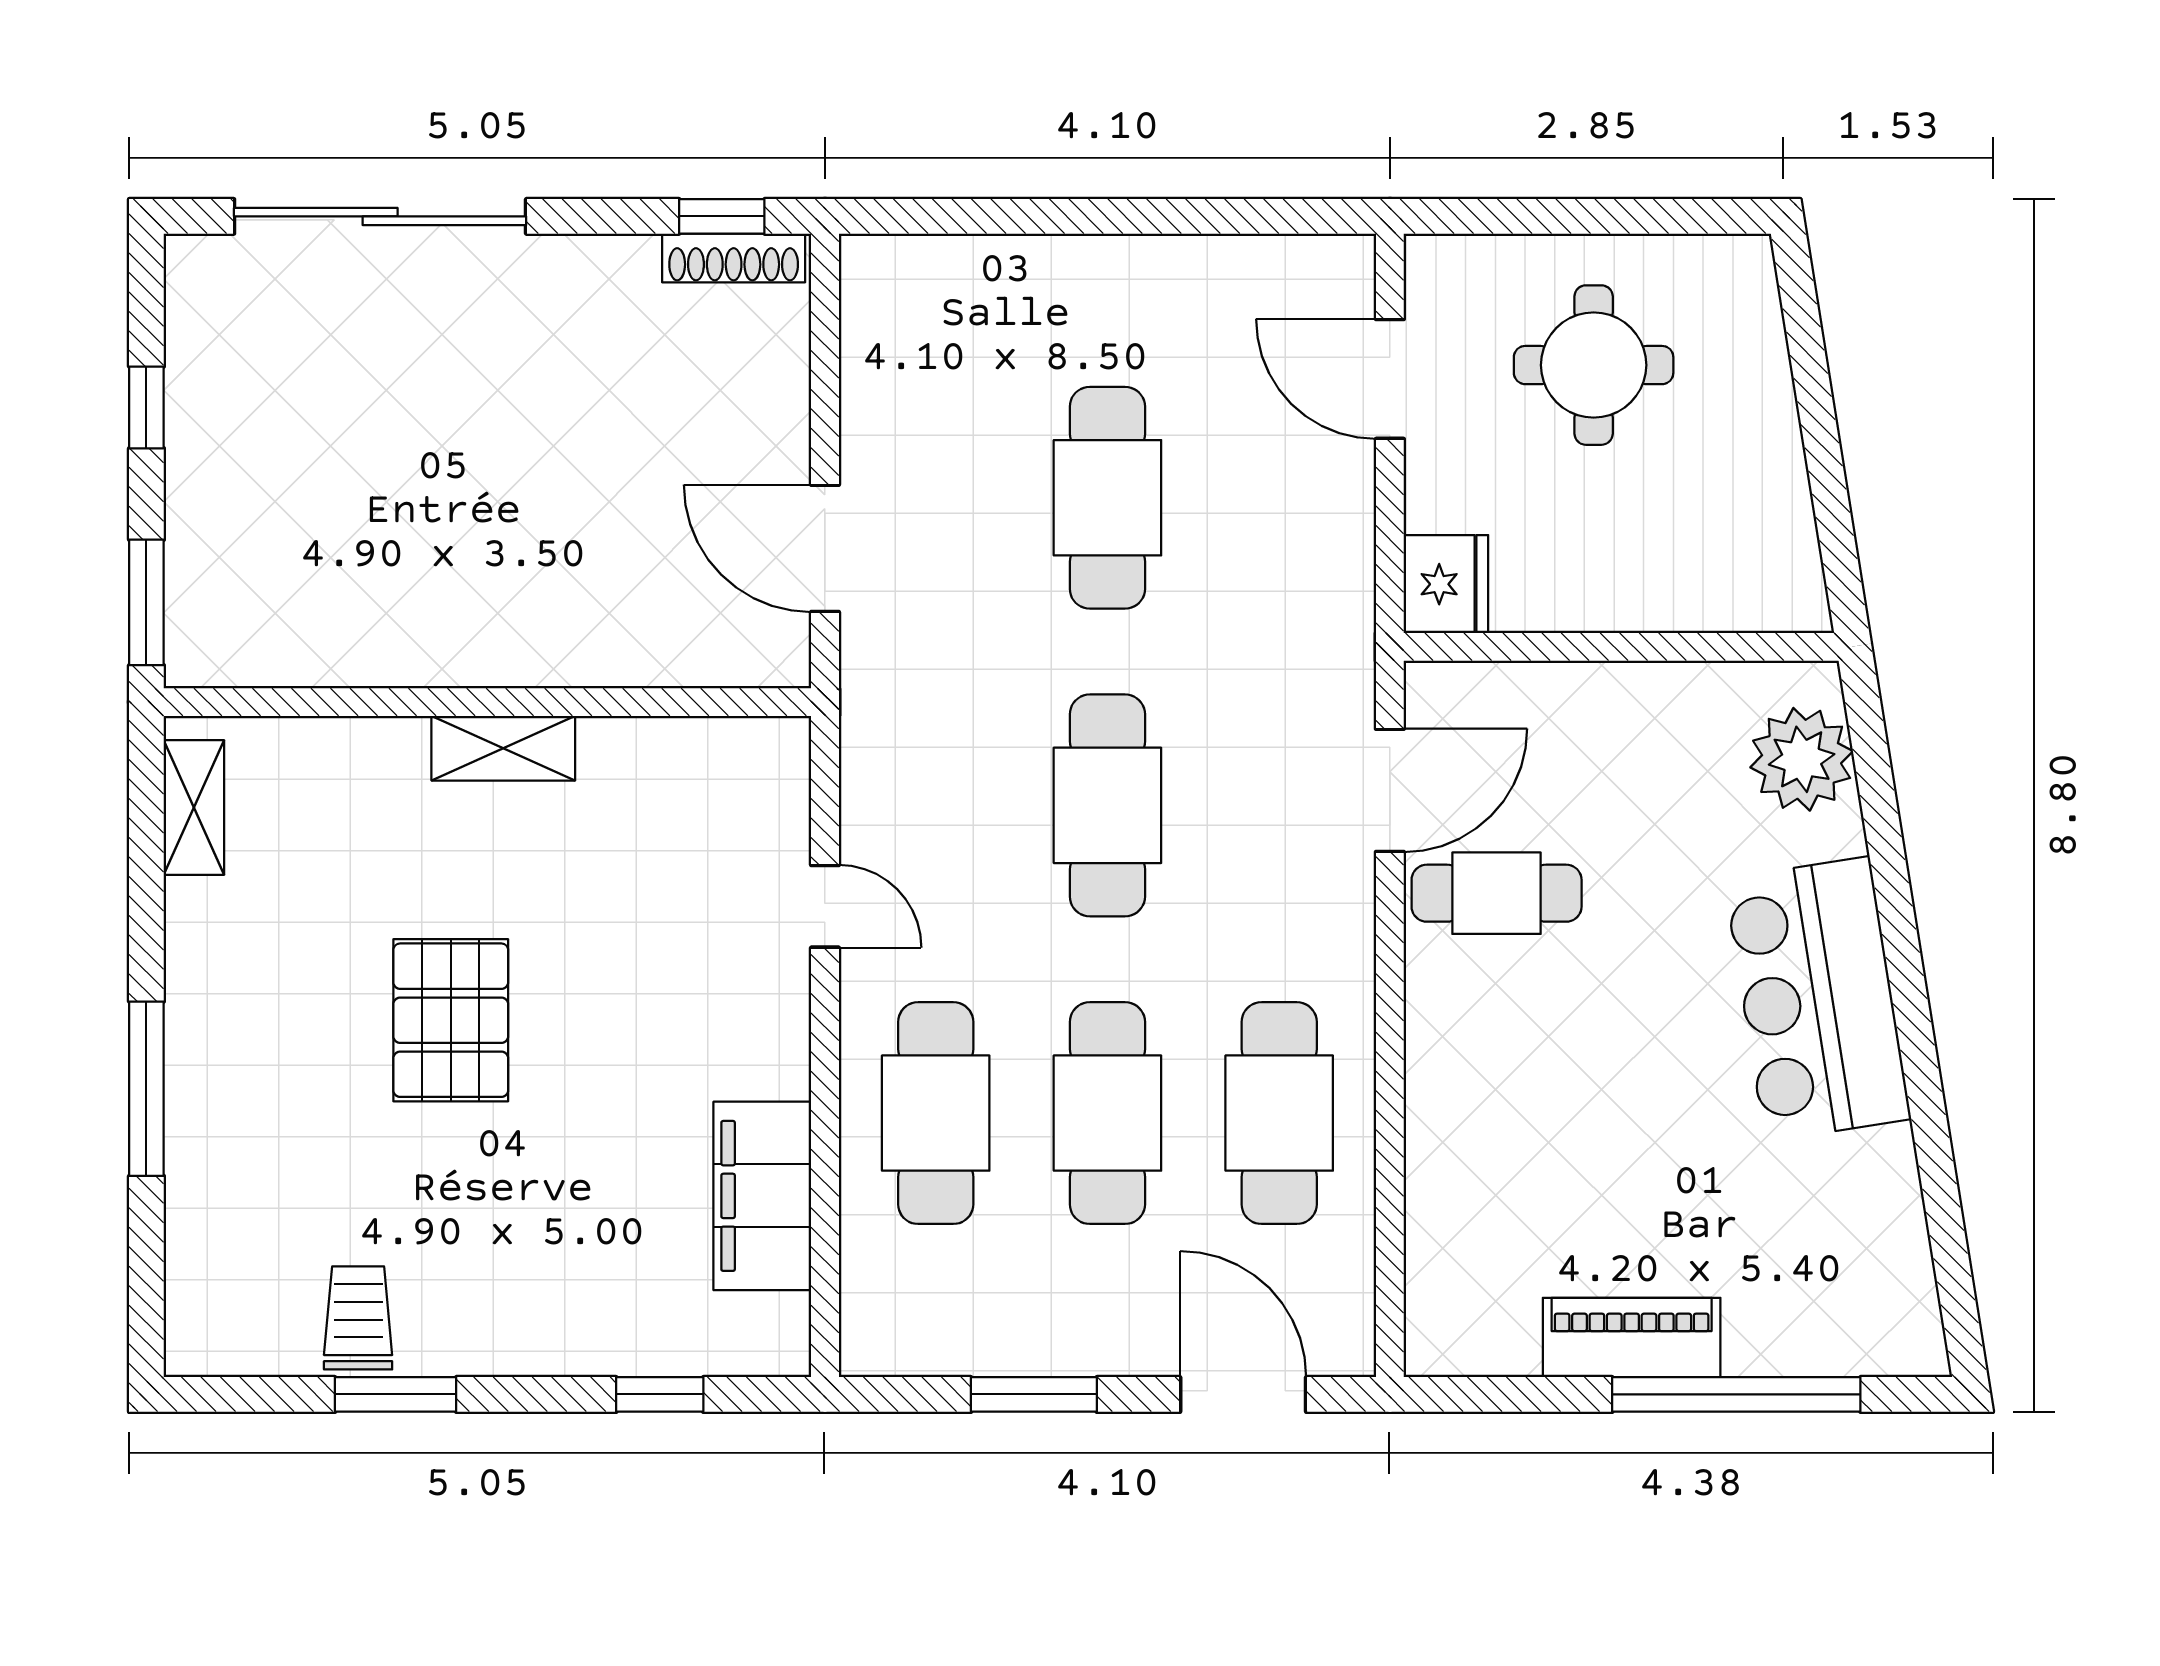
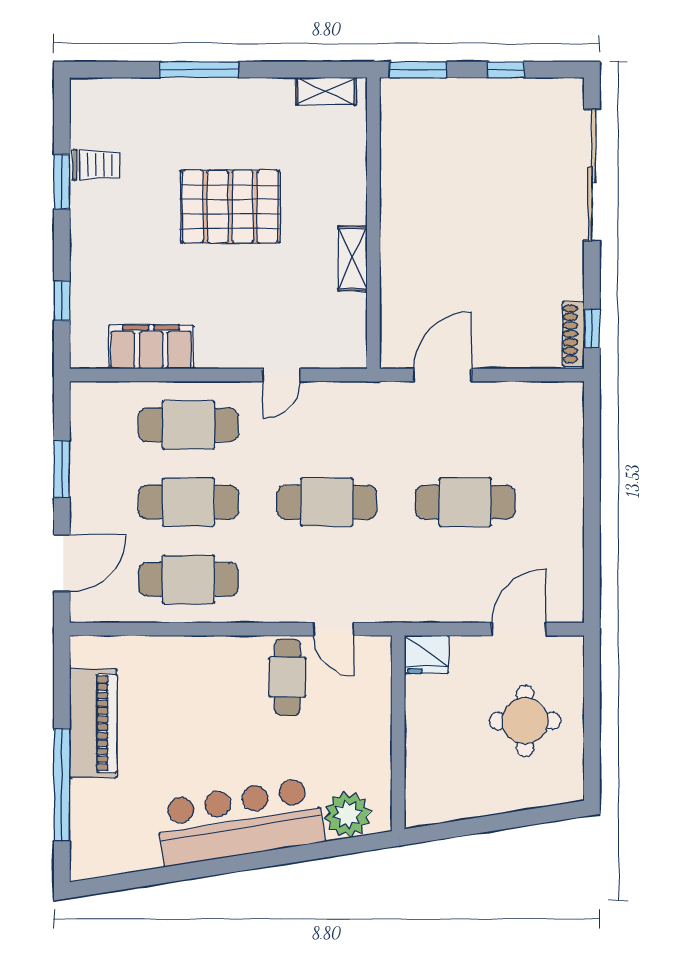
shelving: (503, 748) -> (353, 259), moved
door: (1390, 790) -> (334, 629), width x0.73
bar counter: (1817, 999) -> (240, 822), width x1.36
pallet: (451, 1020) -> (230, 207), width x1.37, depth x1.41
piano: (1632, 1337) -> (93, 723), width x1.37, depth x1.33

